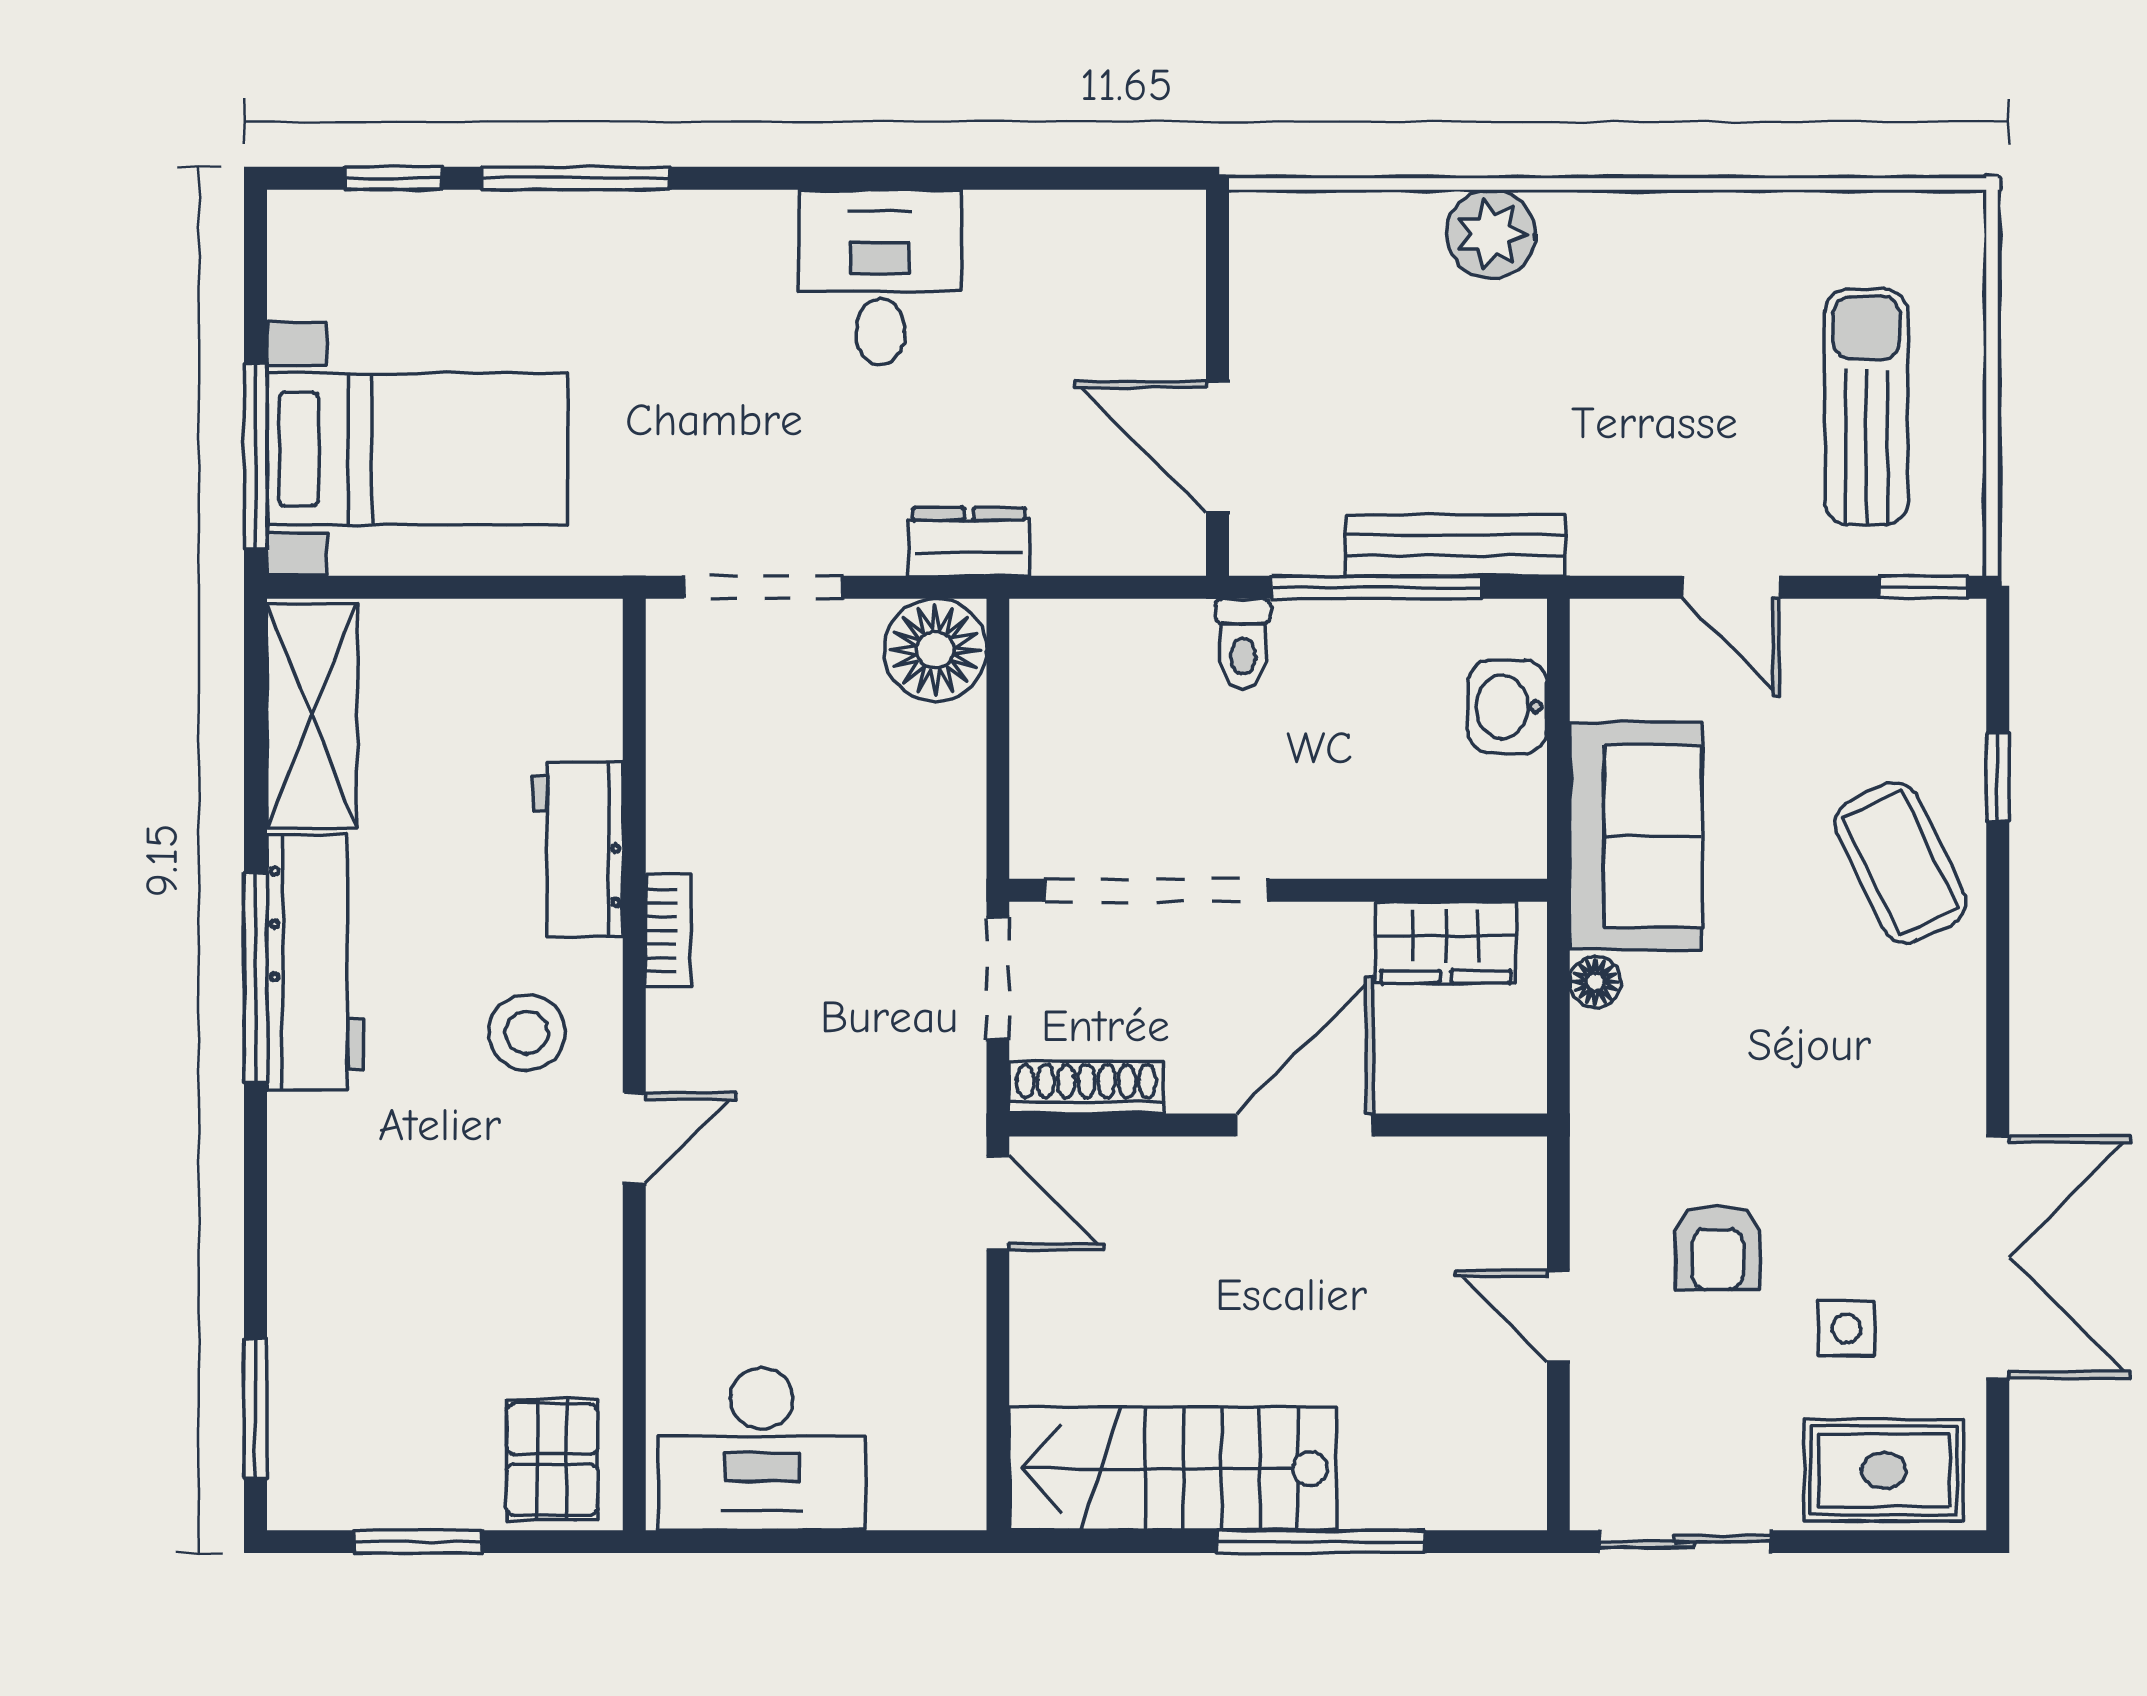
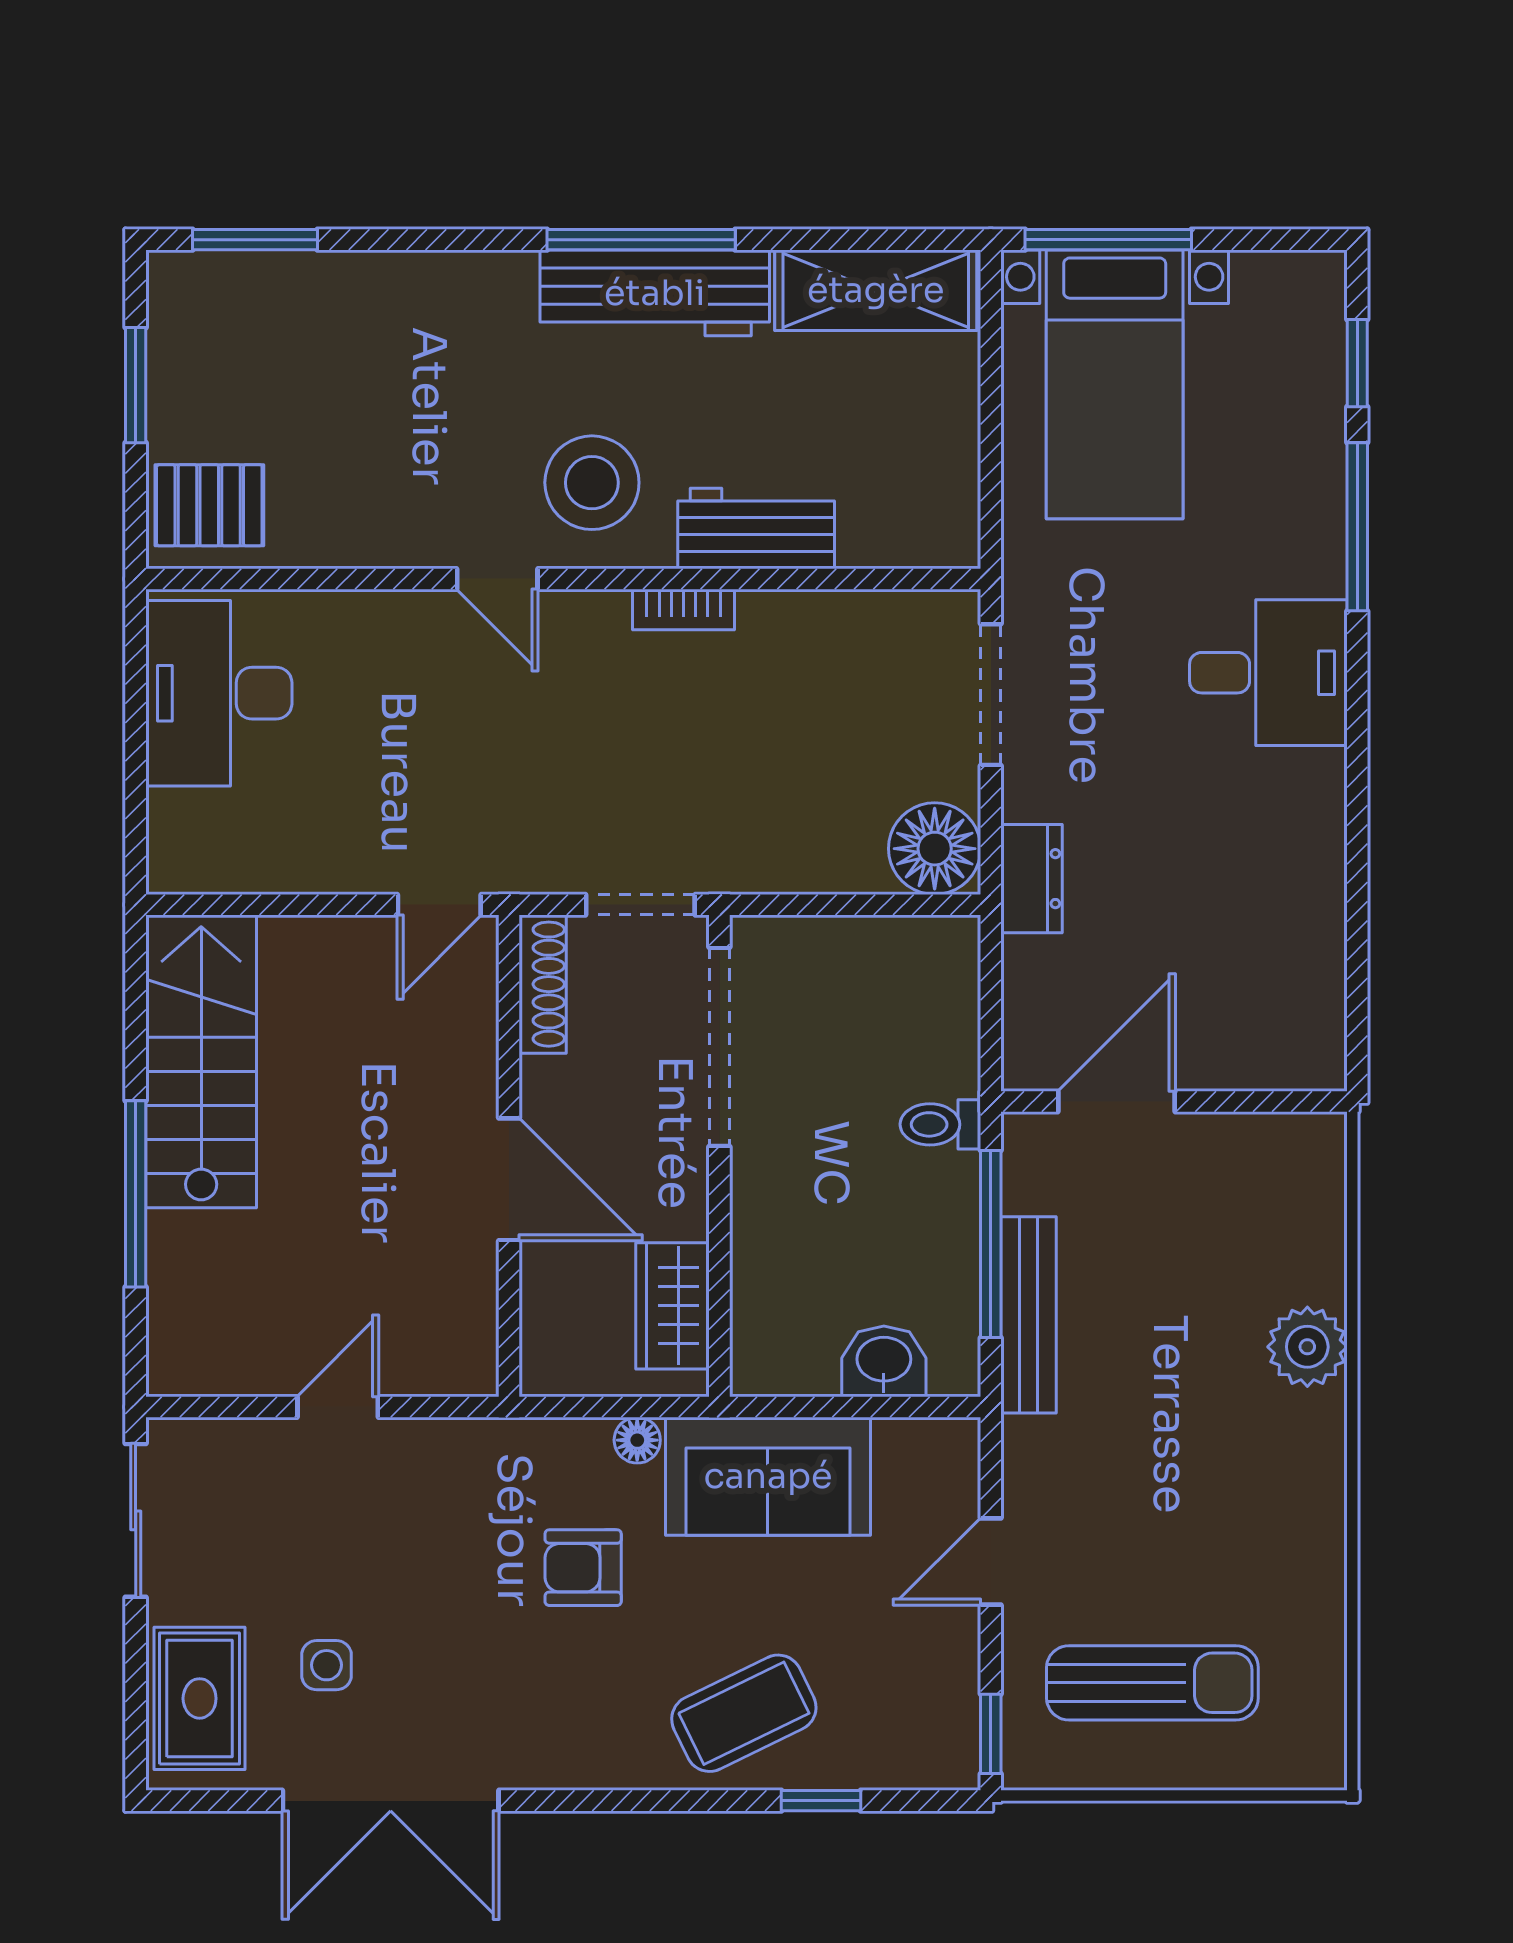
desk: (880, 277) -> (1268, 673), moved
stool: (527, 1032) -> (592, 483), width x1.38, depth x1.38
armchair: (1718, 1247) -> (583, 1568), moved

